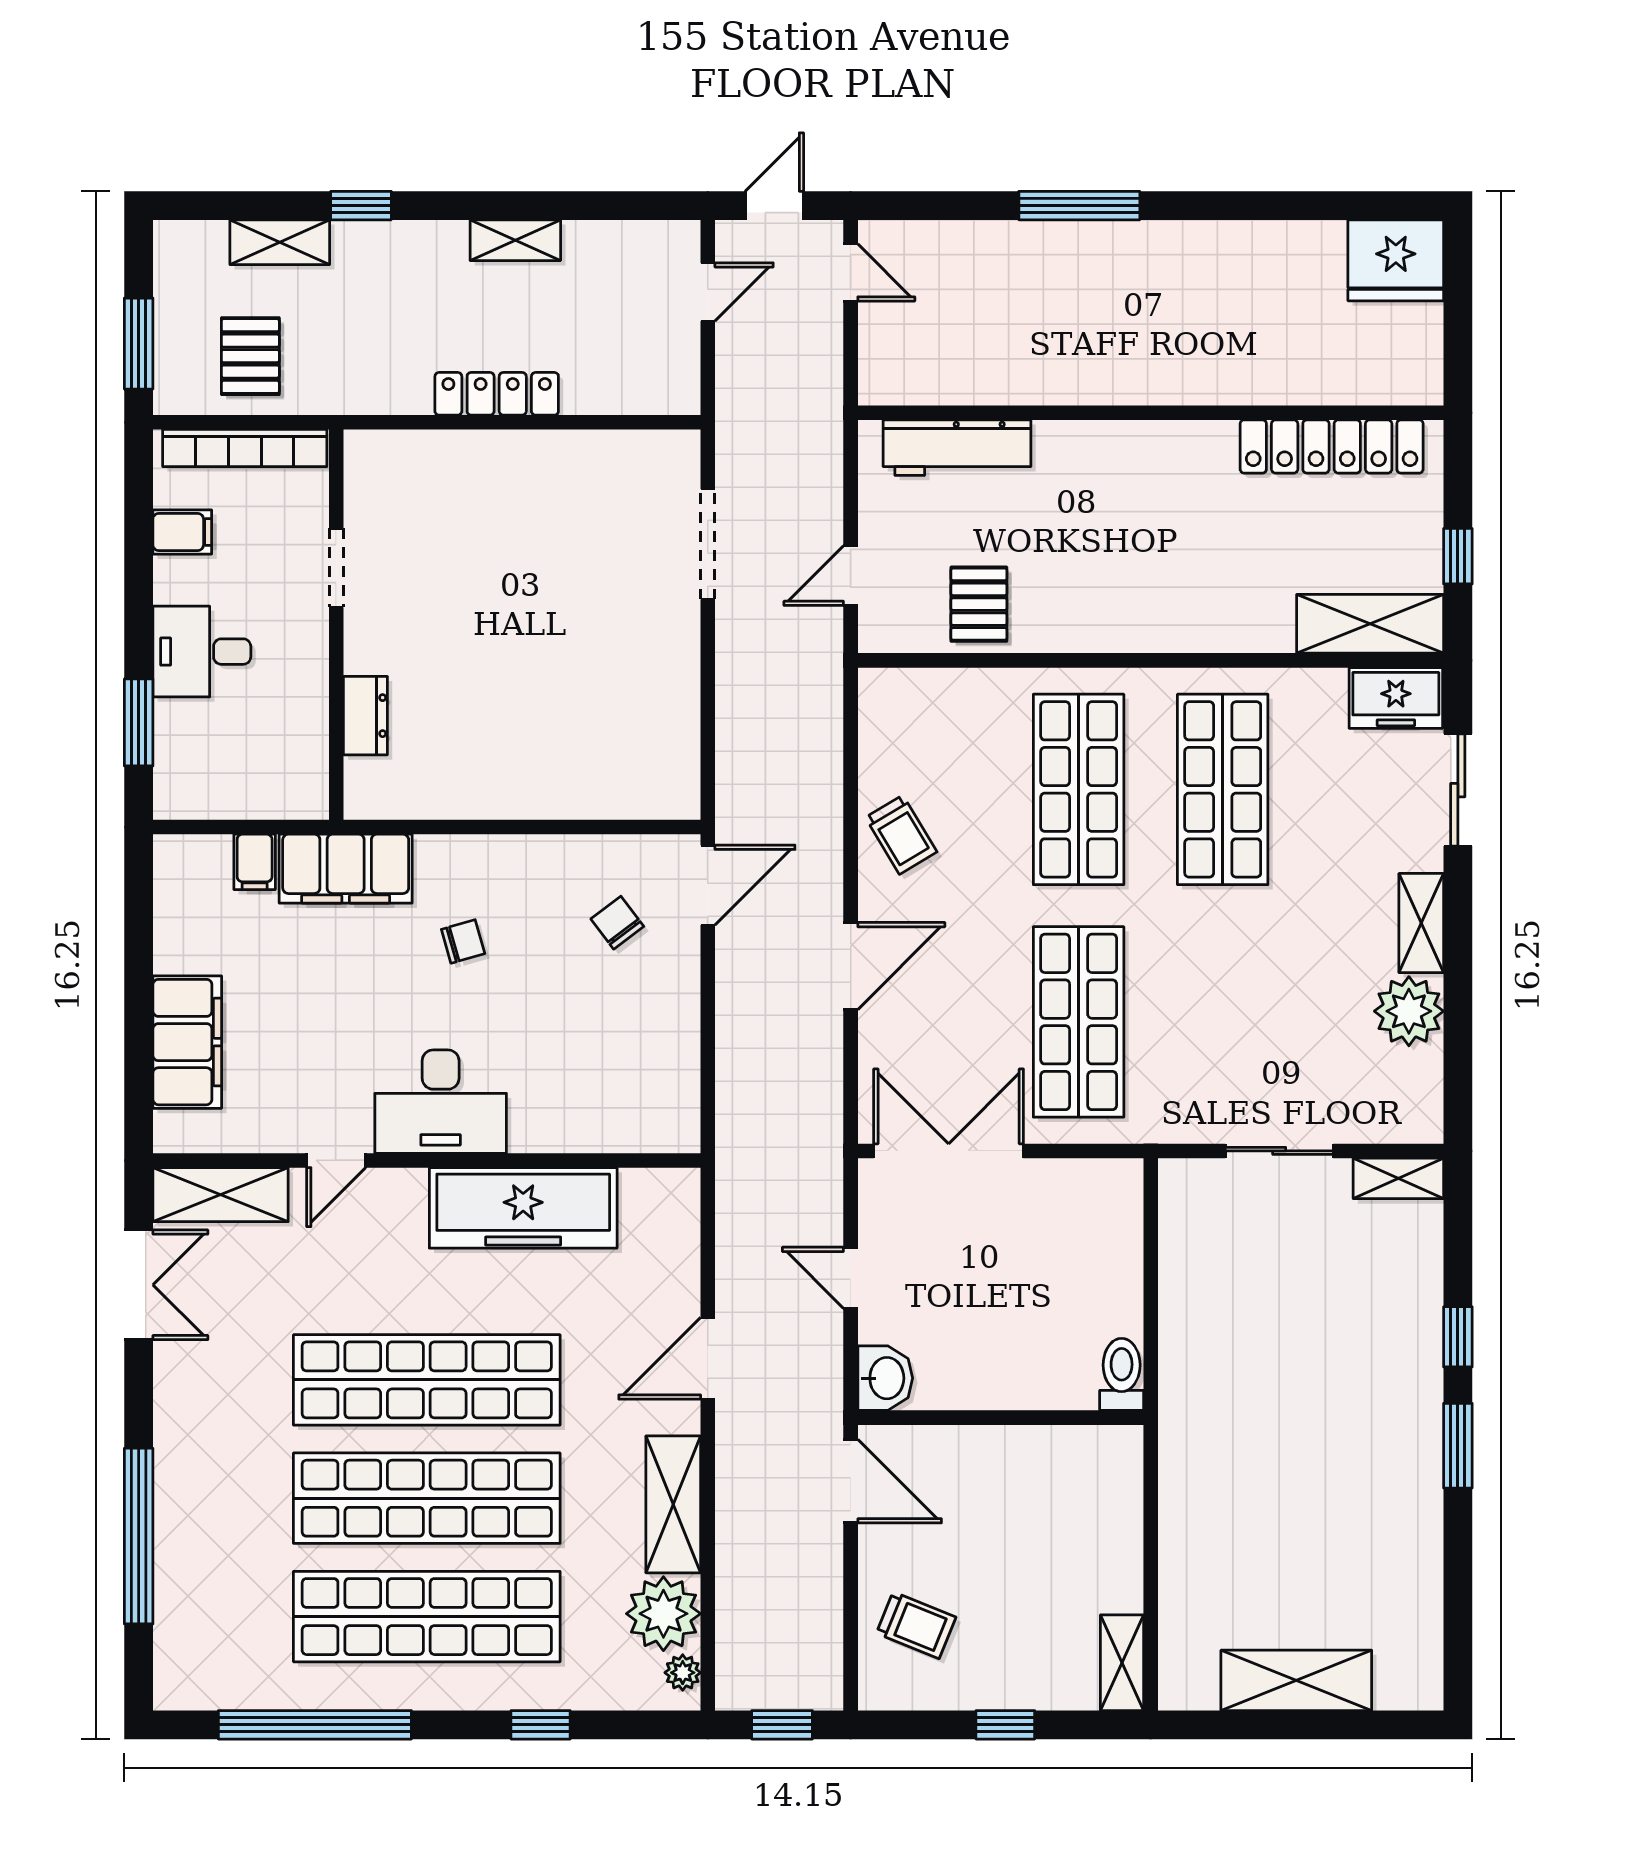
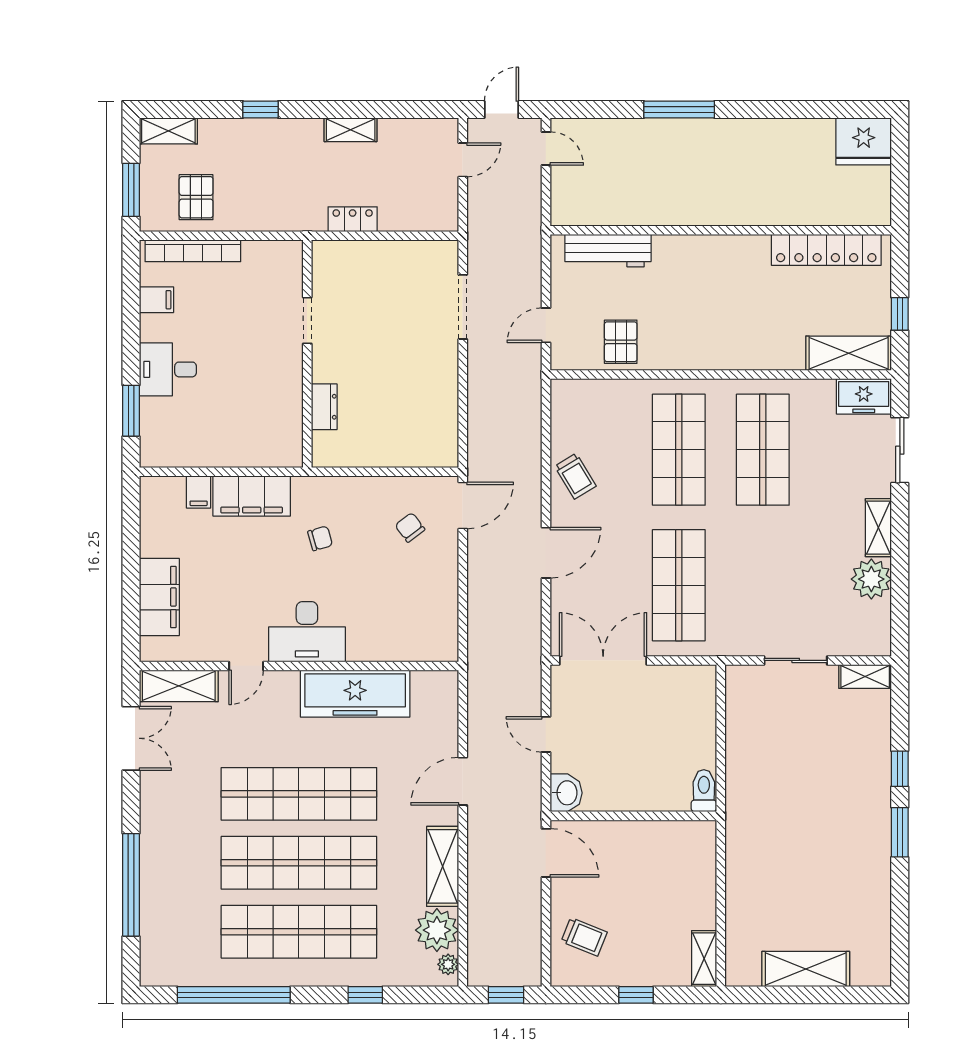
shelving: (280, 242) -> (168, 131), moved
locker: (497, 394) -> (353, 219), width x0.66
doorway: (336, 568) -> (307, 321), moved
wall: (336, 625) -> (307, 354), moved
dresser: (365, 716) -> (324, 407), moved

